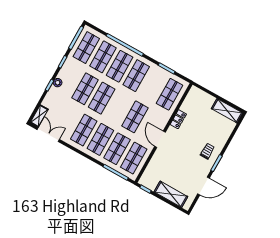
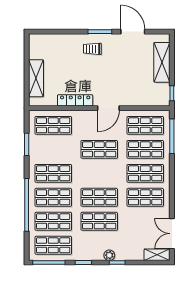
shelving: (227, 111) -> (36, 78), moved
locker: (178, 119) -> (75, 100), width x1.53

